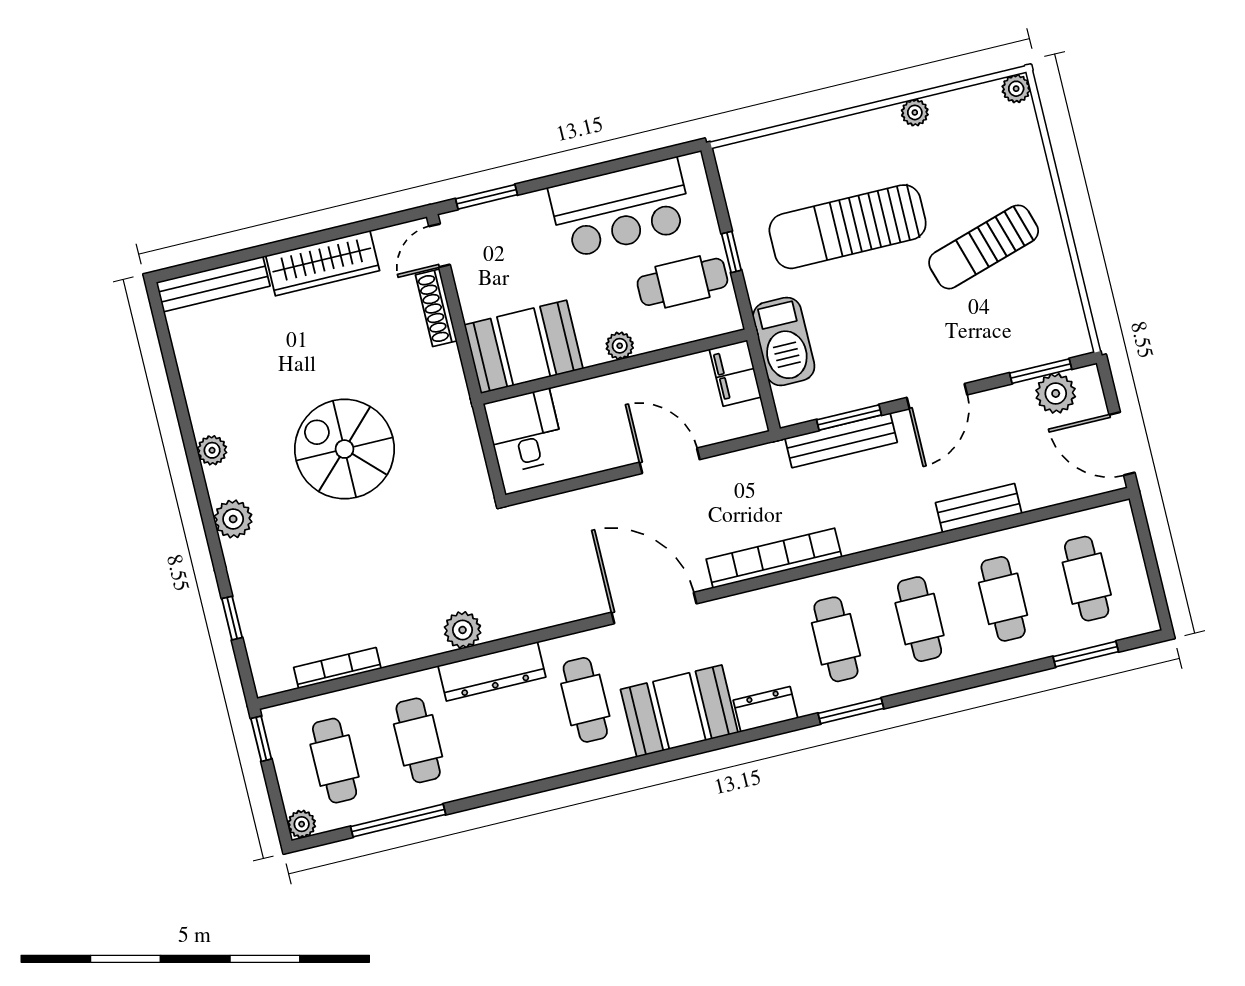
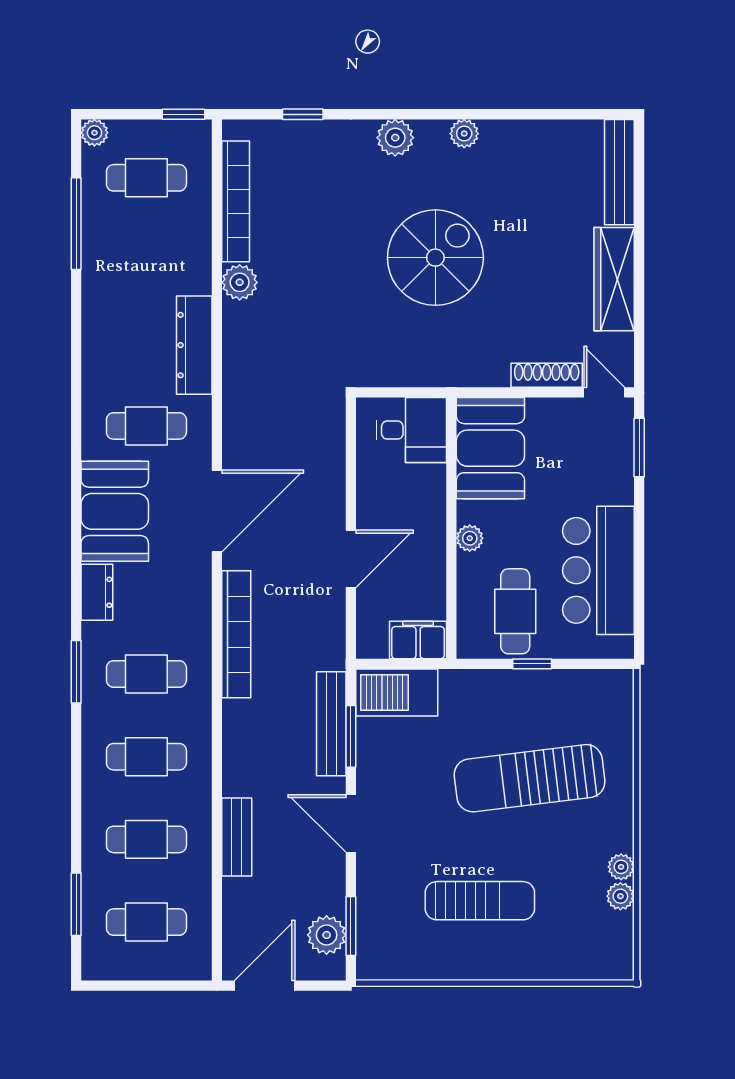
plant: (1016, 89) -> (620, 896), moved
sun lounger: (848, 227) -> (530, 778), turned -97
sun lounger: (984, 247) -> (480, 901), turned 107
barbecue: (784, 341) -> (397, 692), moved
plant: (463, 630) -> (240, 282), moved
bookcase: (337, 668) -> (236, 201), width x1.48, depth x1.31
cafe table: (418, 740) -> (146, 261), removed

